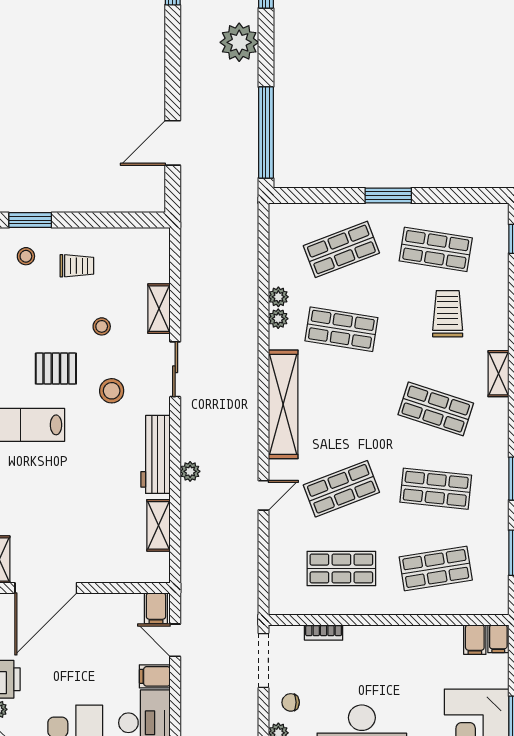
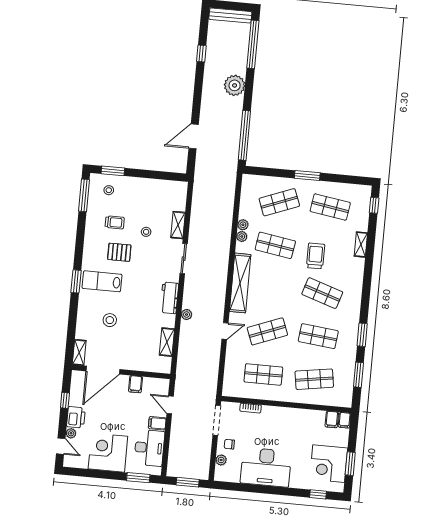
trolley: (77, 266) -> (115, 222), moved
trolley: (448, 314) -> (316, 256), moved
shelving: (498, 374) -> (361, 245), moved
stool: (112, 391) -> (110, 320), moved
workbench: (156, 454) -> (169, 298), width x0.73
filing cabinet: (156, 608) -> (135, 384), moved

